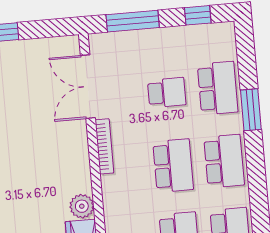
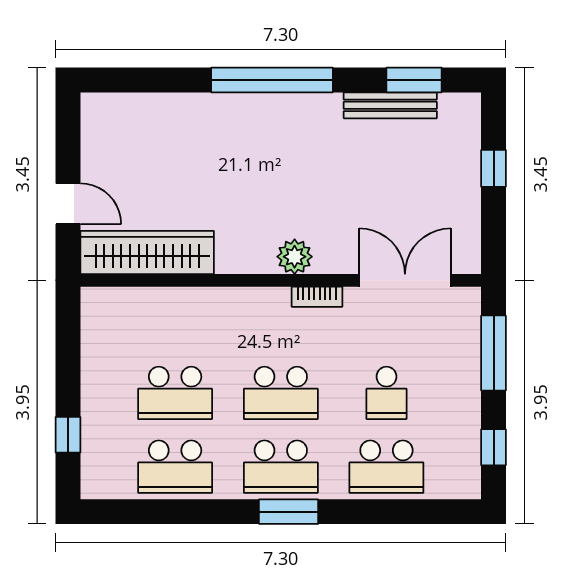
window: (251, 110) -> (289, 512), moved
bookcase: (104, 146) -> (317, 297), width x0.64
plant: (82, 206) -> (295, 257), moved

